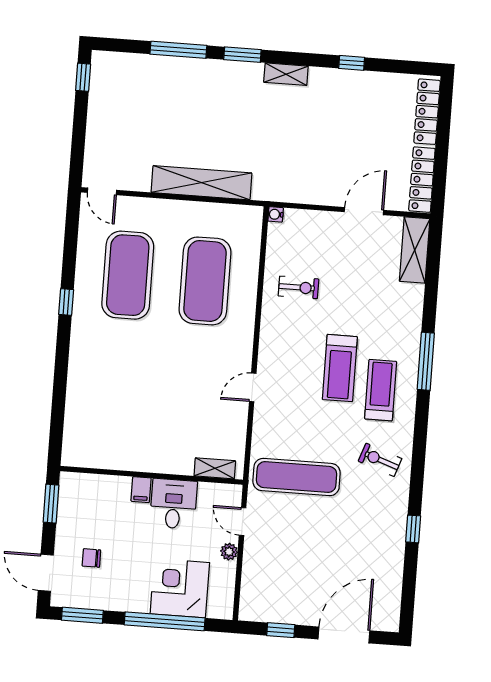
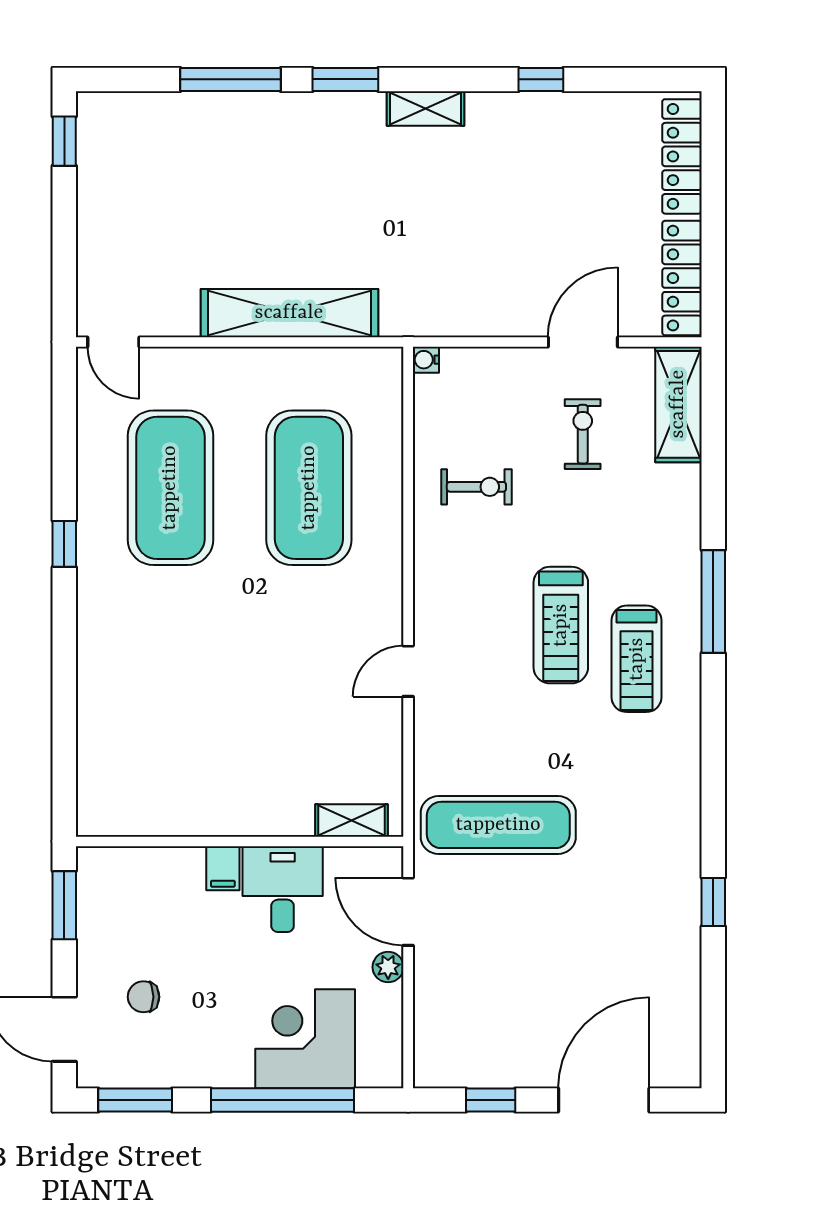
treadmill: (381, 390) -> (637, 659), turned 180
exercise bike: (380, 460) -> (583, 434), moved, turned 71
door: (243, 522) -> (408, 912), width x1.38

